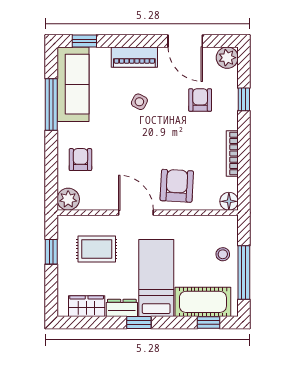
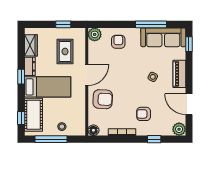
door: (185, 41) -> (189, 104), hinge flipped
armchair: (200, 100) -> (144, 114), moved, turned 180
armchair: (80, 160) -> (118, 42), turned -90

